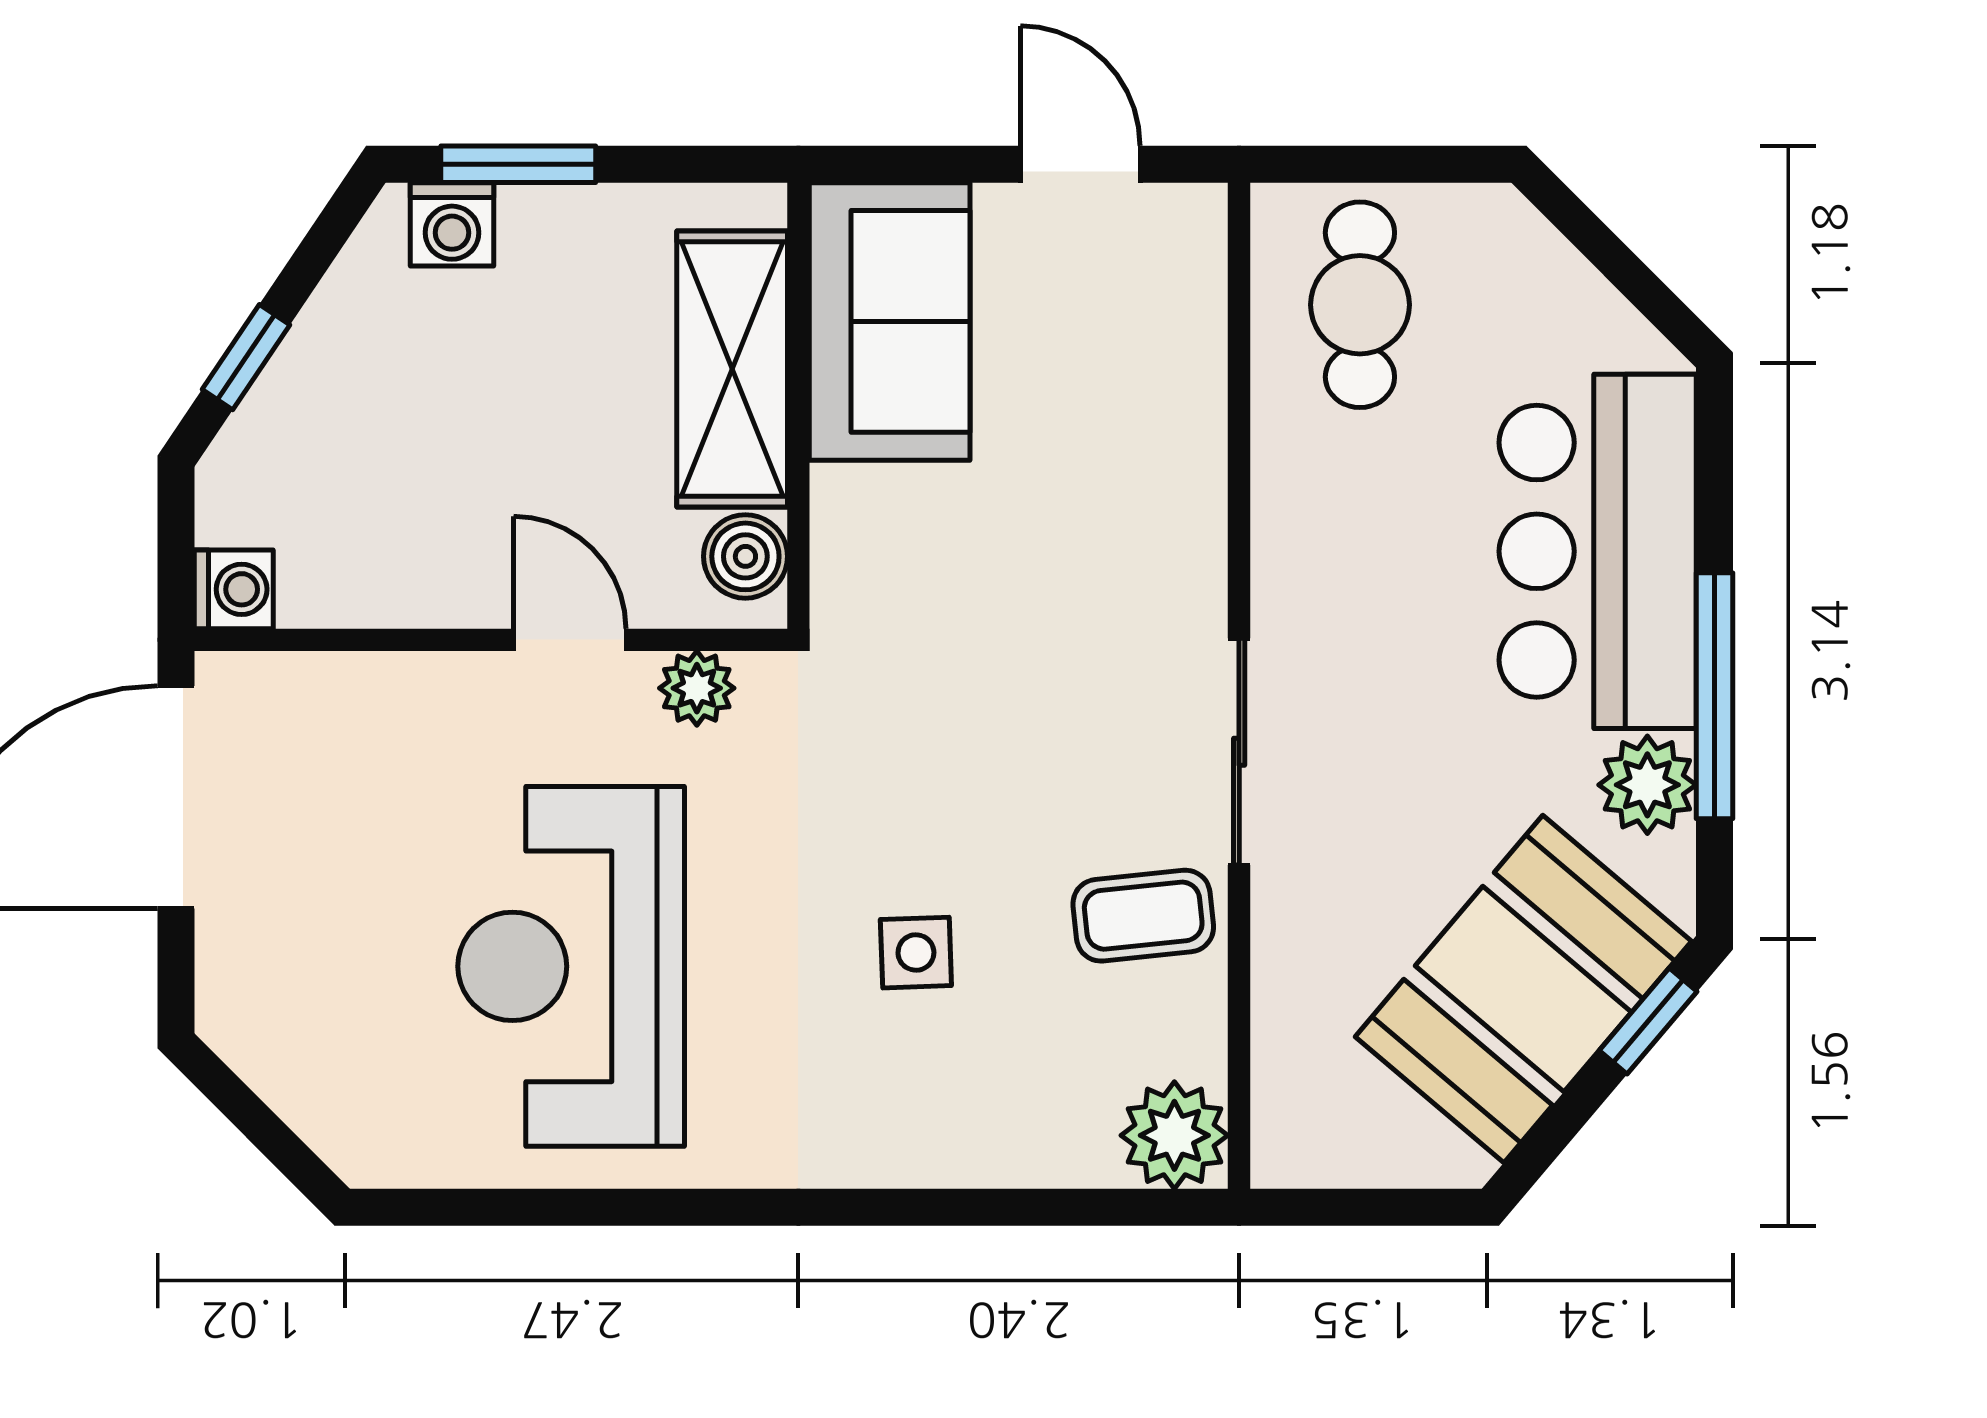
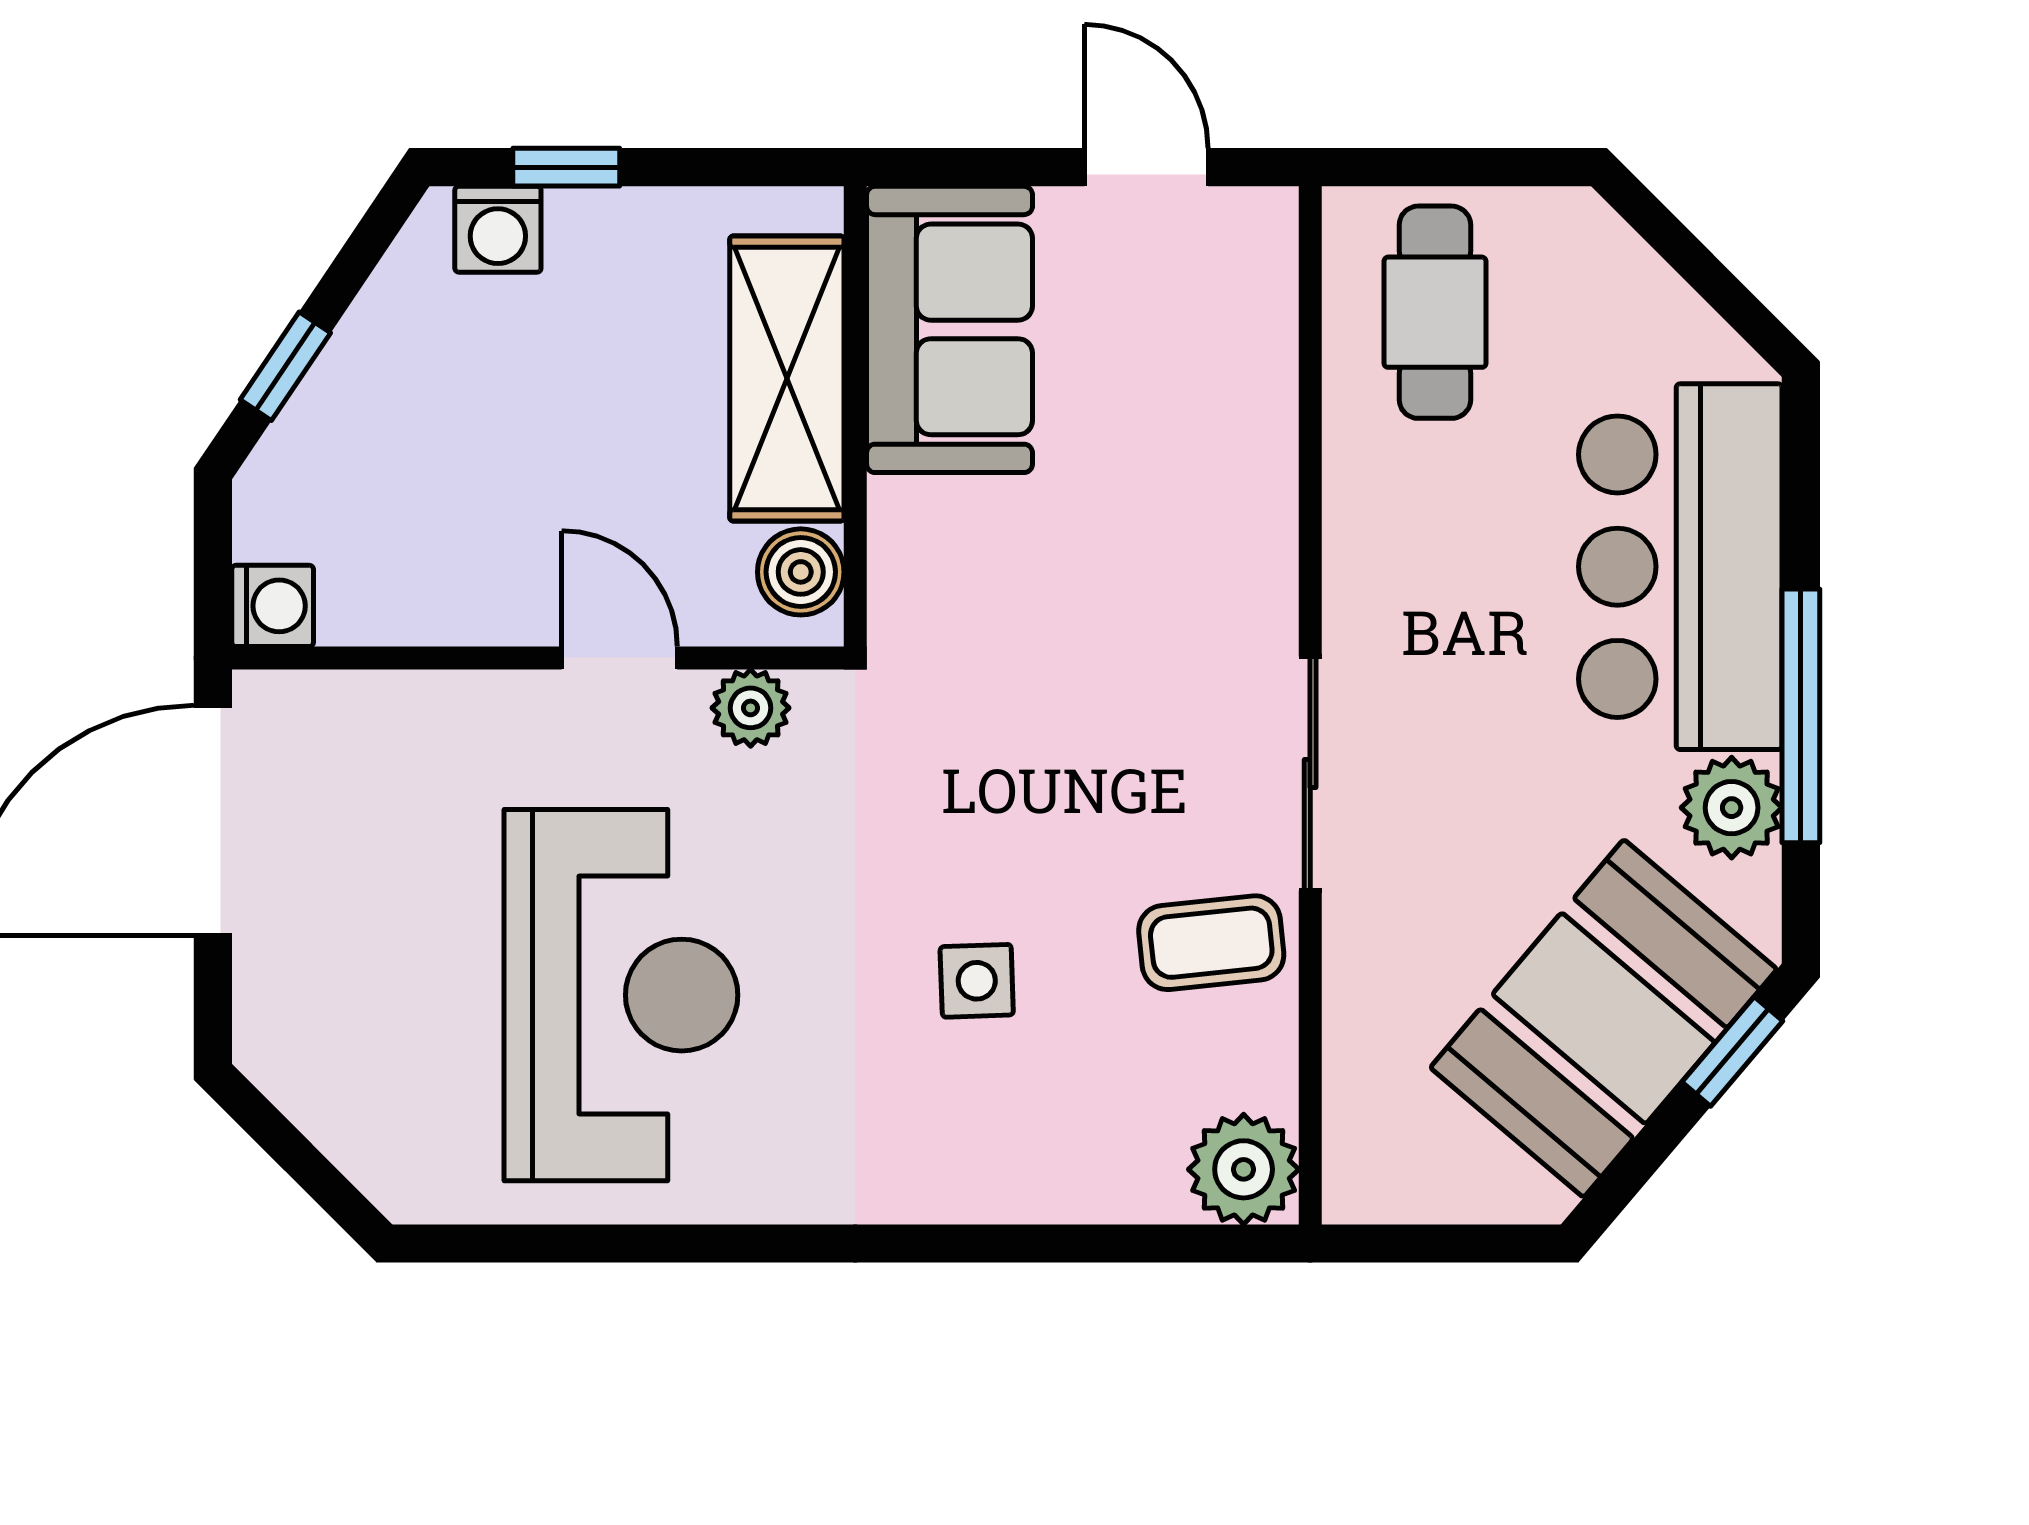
window: (518, 164) -> (566, 167), width x0.67
reception desk: (571, 966) -> (621, 995), turned 180

